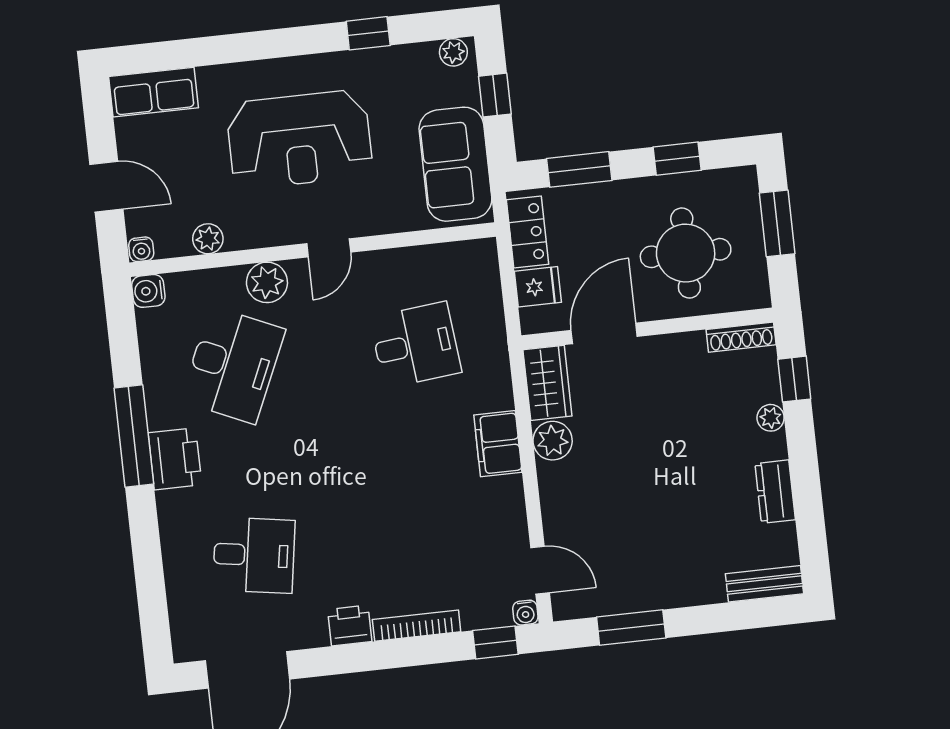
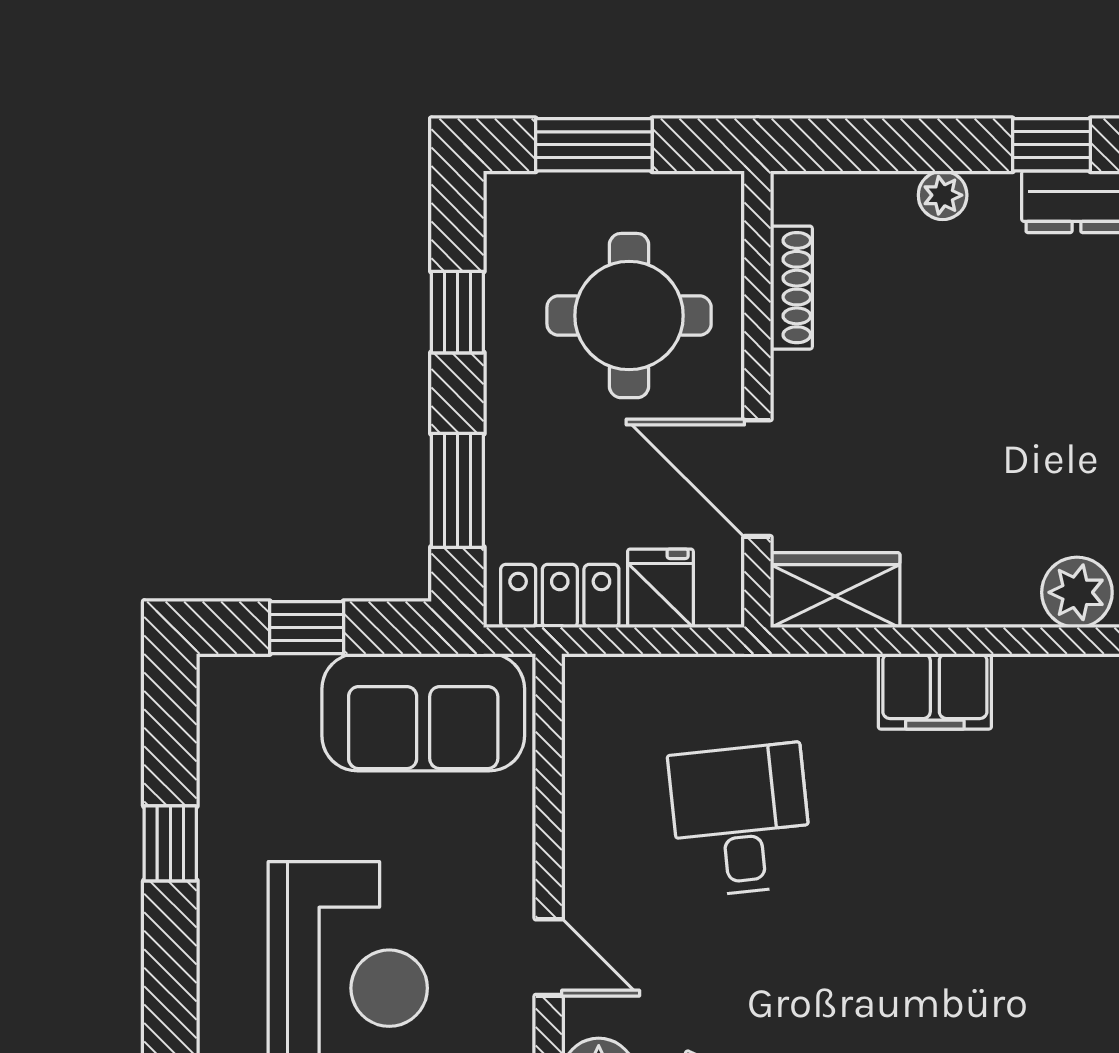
plant: (453, 52) -> (221, 694), removed
shoe rack: (741, 337) -> (791, 288), moved
window: (794, 379) -> (1052, 145), moved
plant: (553, 441) -> (1077, 592), moved

